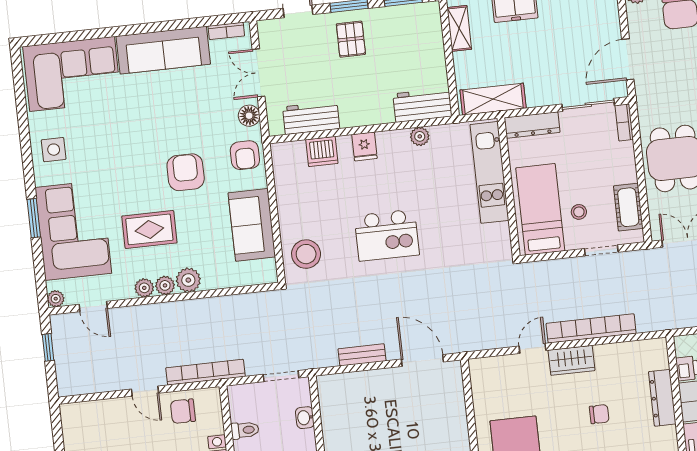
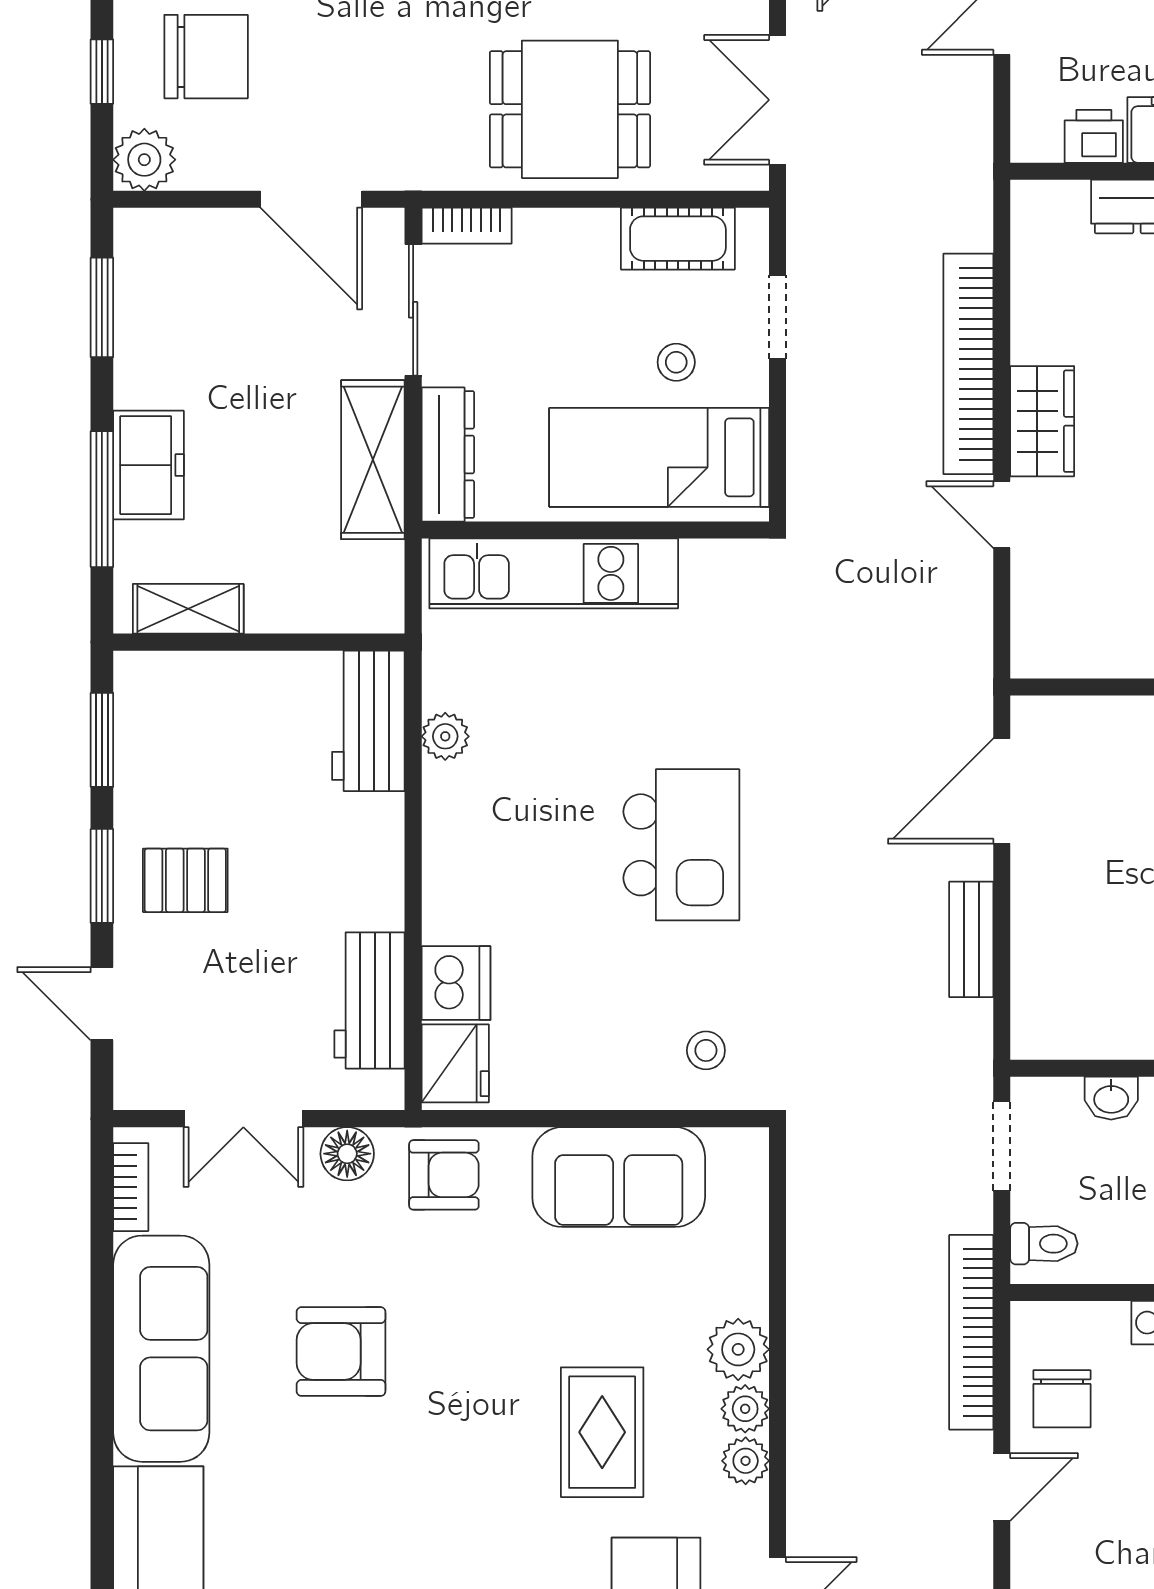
shelving: (493, 99) -> (373, 460), moved
fridge: (364, 146) -> (455, 1063), moved, width x1.38
armchair: (186, 172) -> (341, 1352), moved
stool: (306, 254) -> (706, 1050), width x0.53, depth x0.53
toilet: (245, 430) -> (1044, 1244), moved, turned 90

